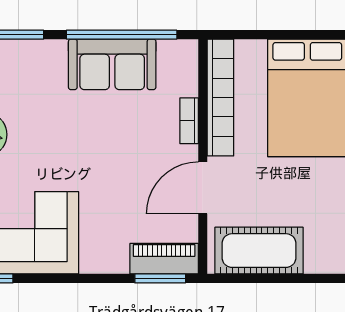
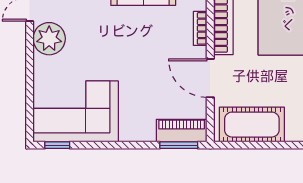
door: (203, 188) -> (210, 78), hinge flipped

